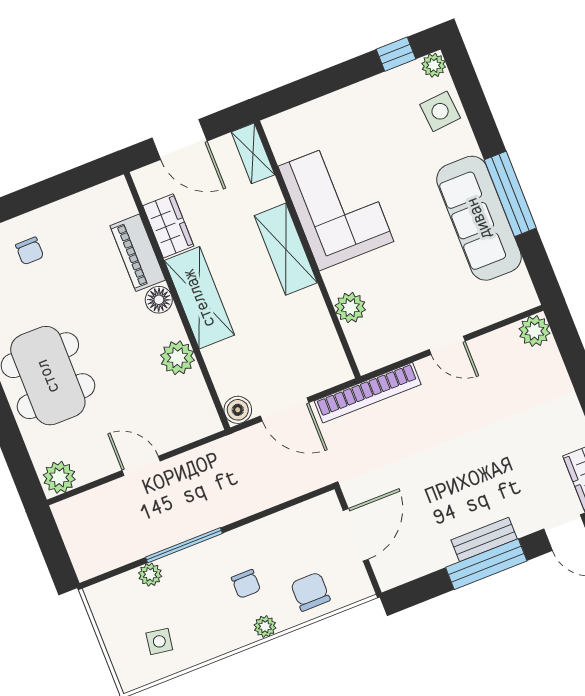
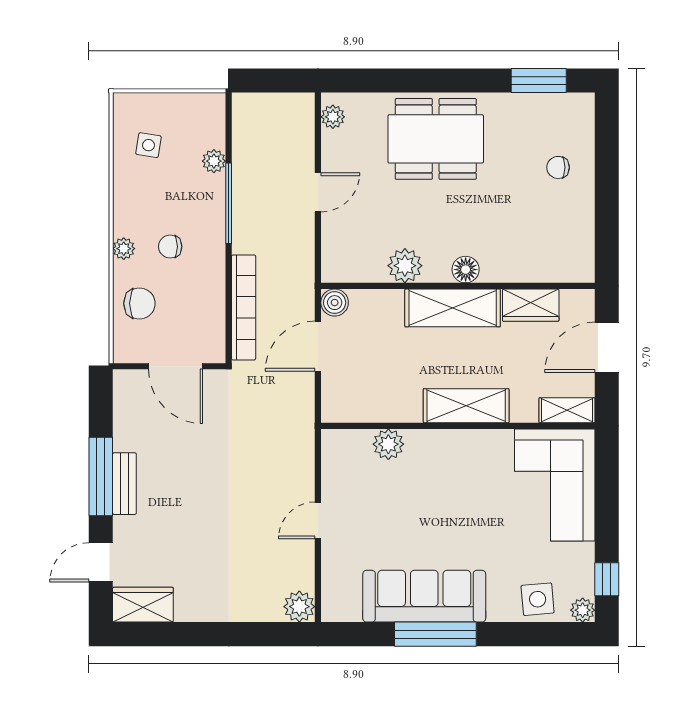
corner sofa: (336, 204) -> (555, 485), moved, turned 90
piano: (138, 253) -> (517, 267), removed
bookcase: (368, 393) -> (244, 307), moved, turned 180
plant: (59, 477) -> (333, 117), width x0.73, depth x0.73

